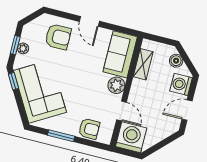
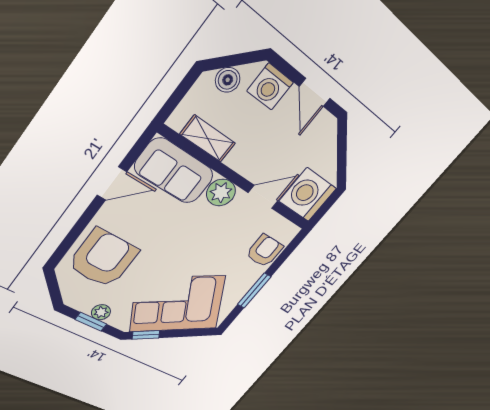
door: (89, 21) -> (112, 183), moved
armchair: (58, 37) -> (103, 259), width x1.36, depth x1.36

